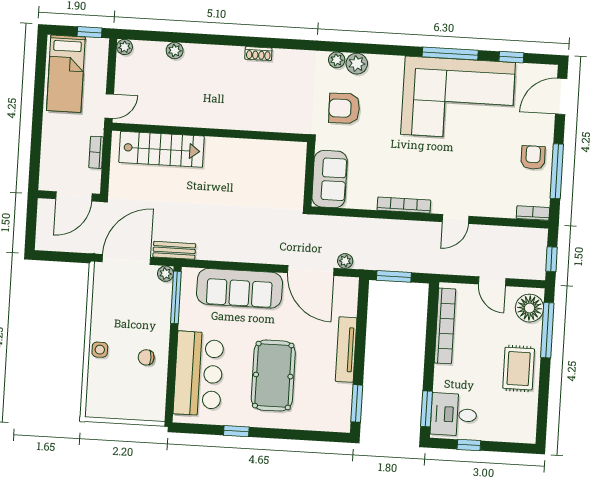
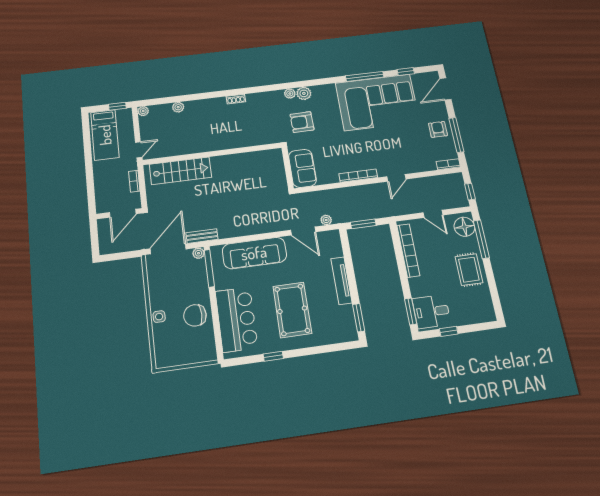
door: (311, 270) -> (303, 231), width x0.73
chair: (146, 357) -> (195, 315), width x1.87, depth x1.87

